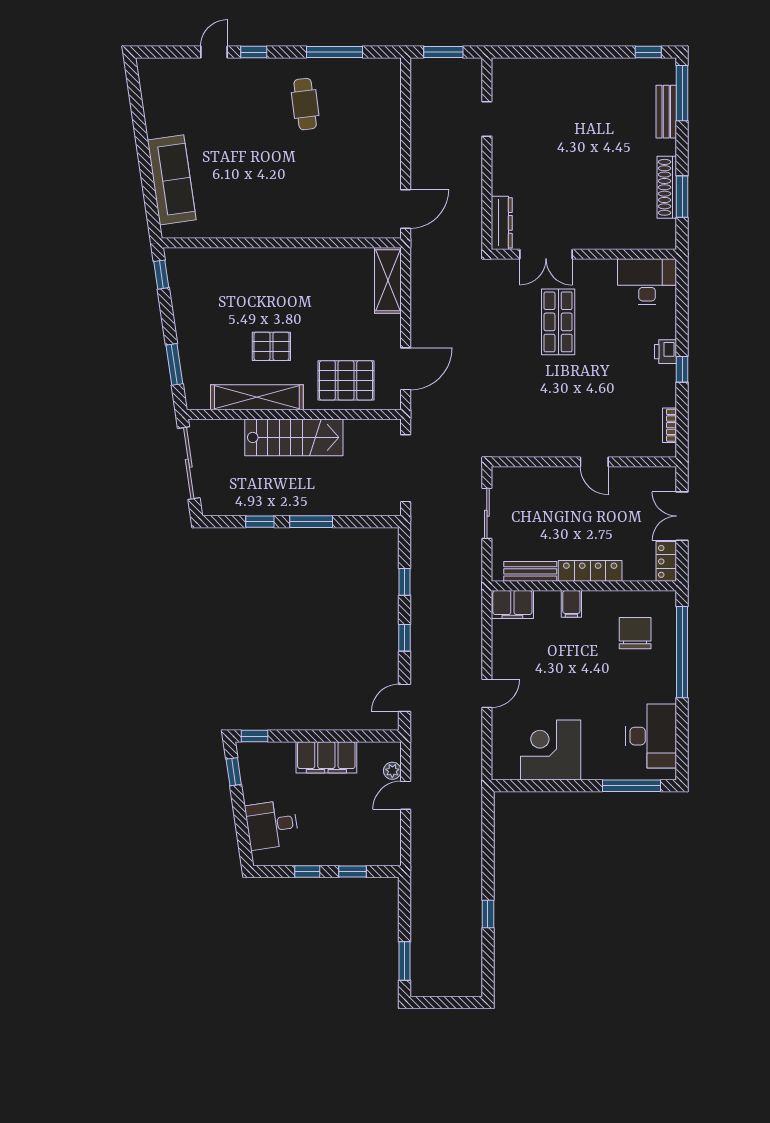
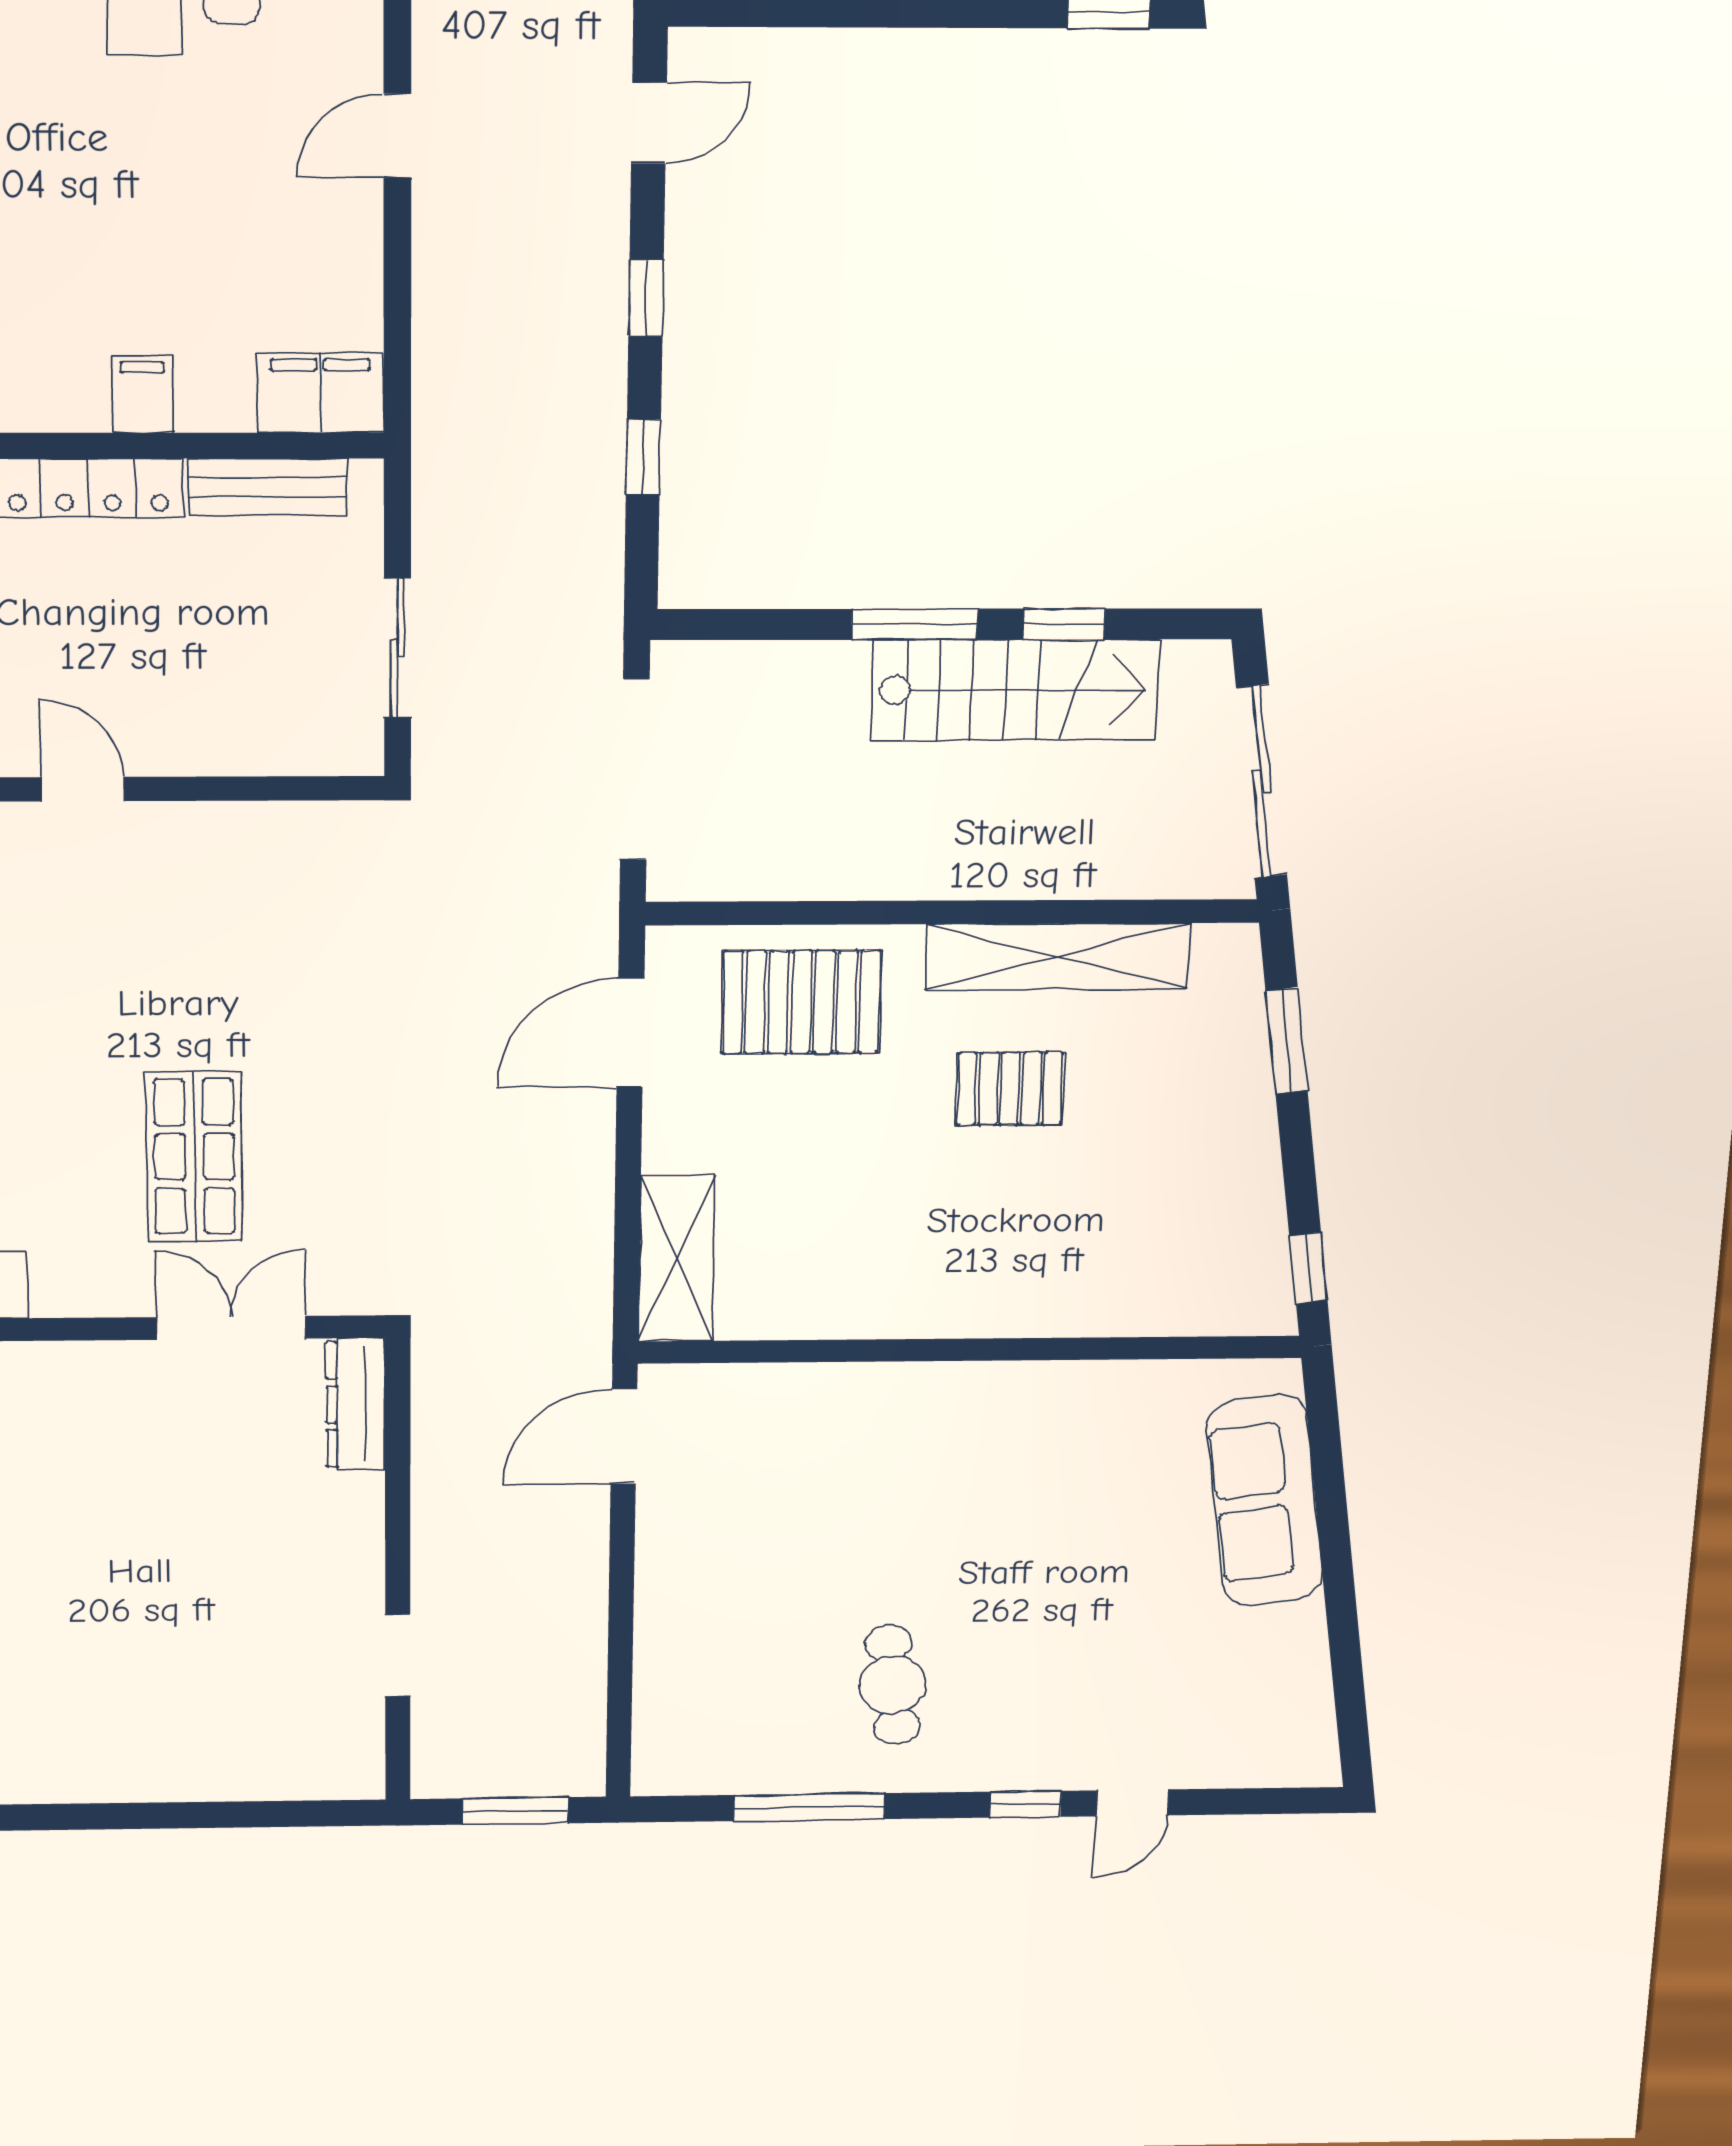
stairs: (294, 437) -> (1015, 690), moved, turned 180

